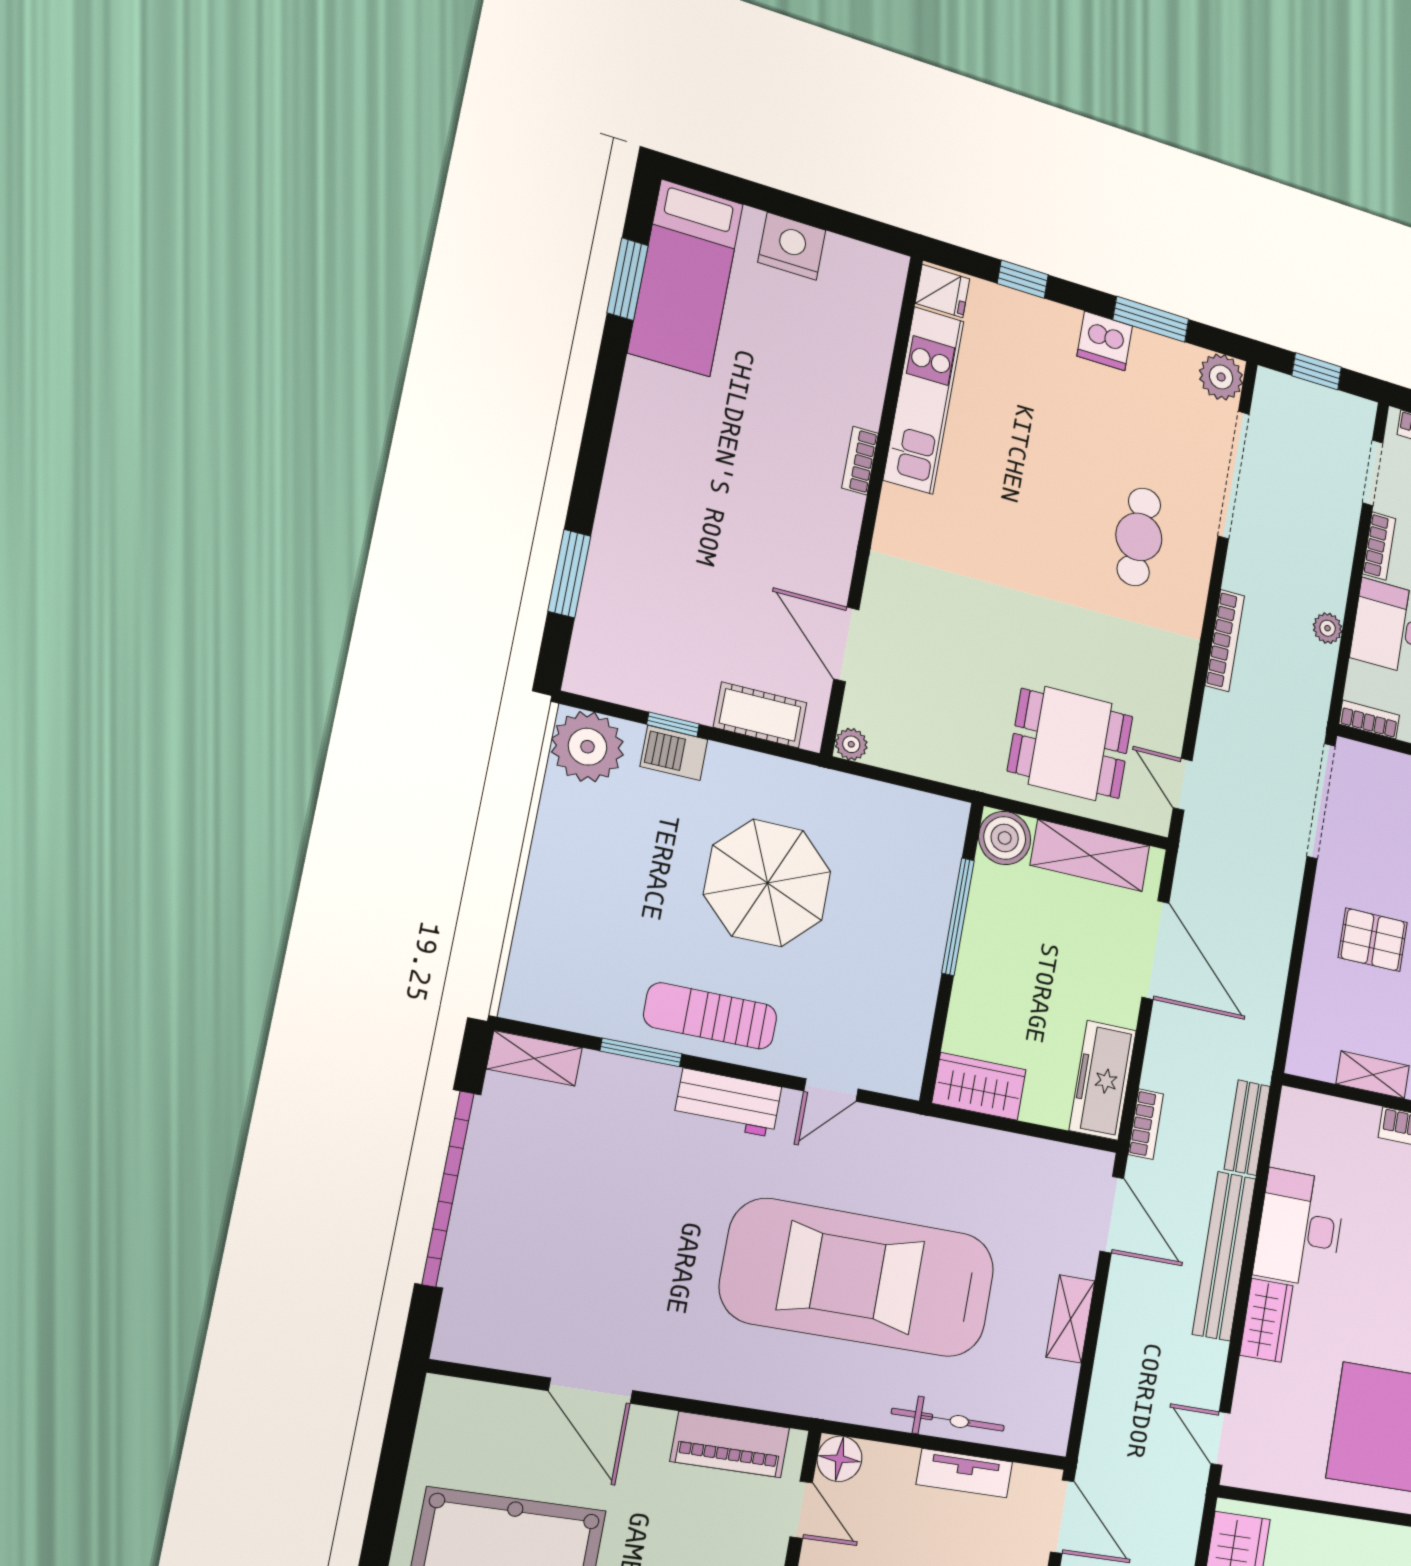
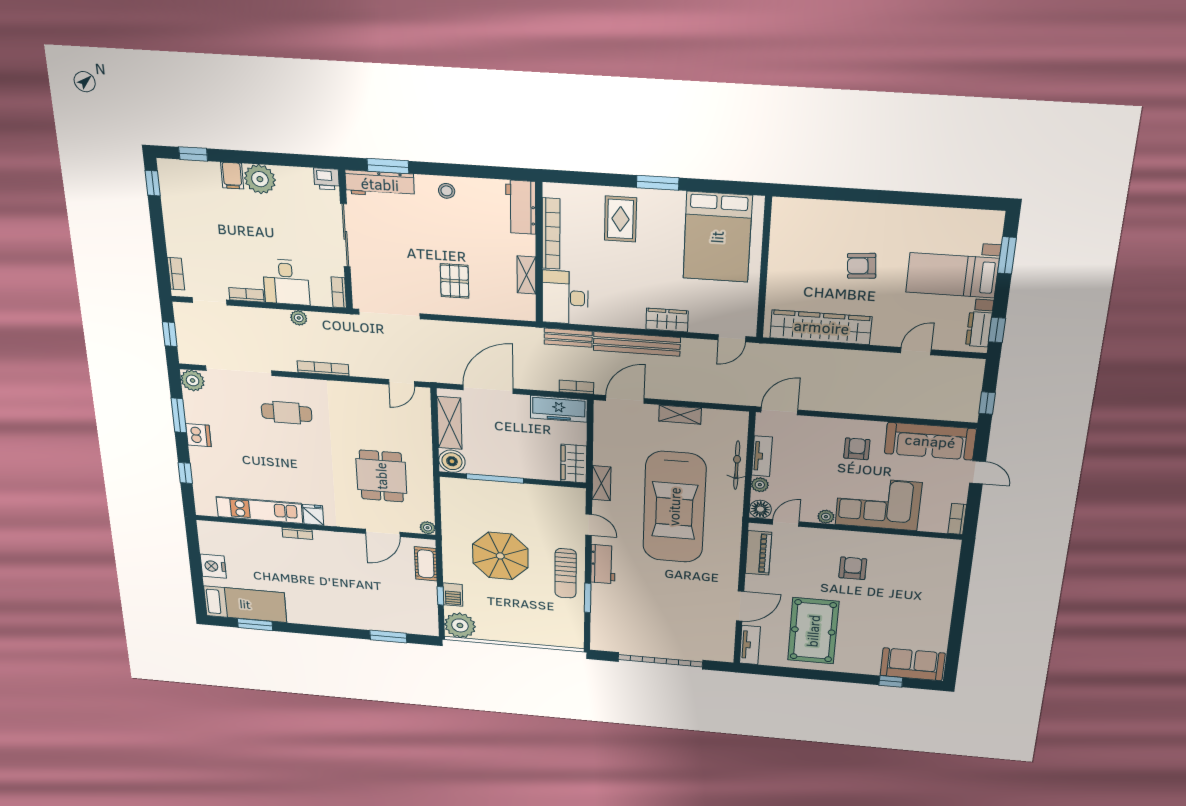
fridge: (942, 291) -> (313, 515), moved
dining table: (1070, 744) -> (381, 476), moved
shelving: (534, 1058) -> (601, 483), moved
desk: (1300, 1228) -> (565, 298), moved, turned 90
tv unit: (478, 1402) -> (750, 645), added
plant: (899, 1463) -> (760, 485), added

